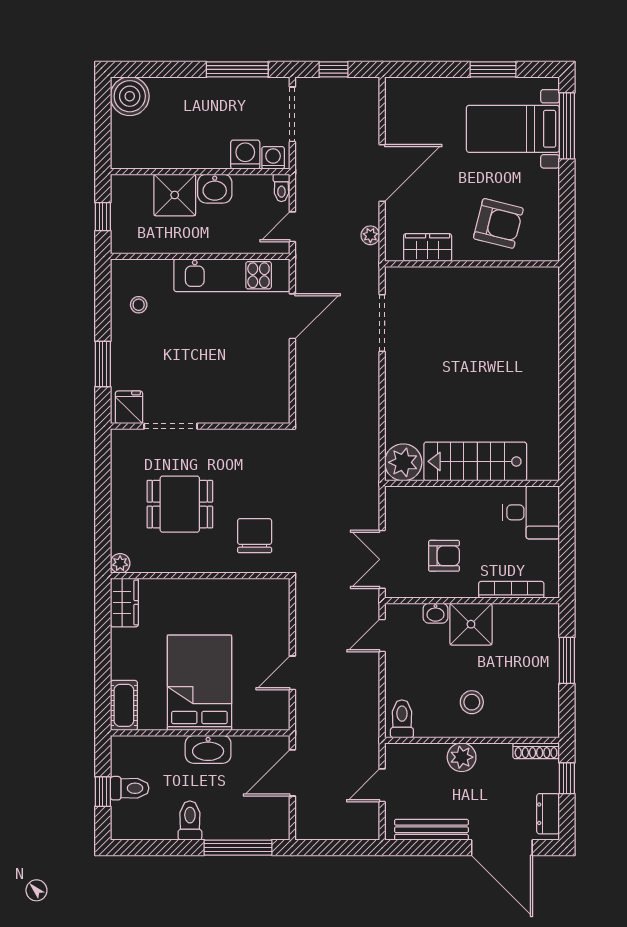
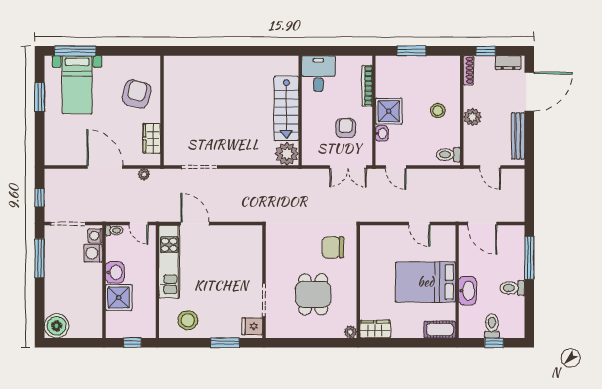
stool: (139, 305) -> (188, 320), width x1.89, depth x1.89
washbasin: (208, 749) -> (467, 291), moved

